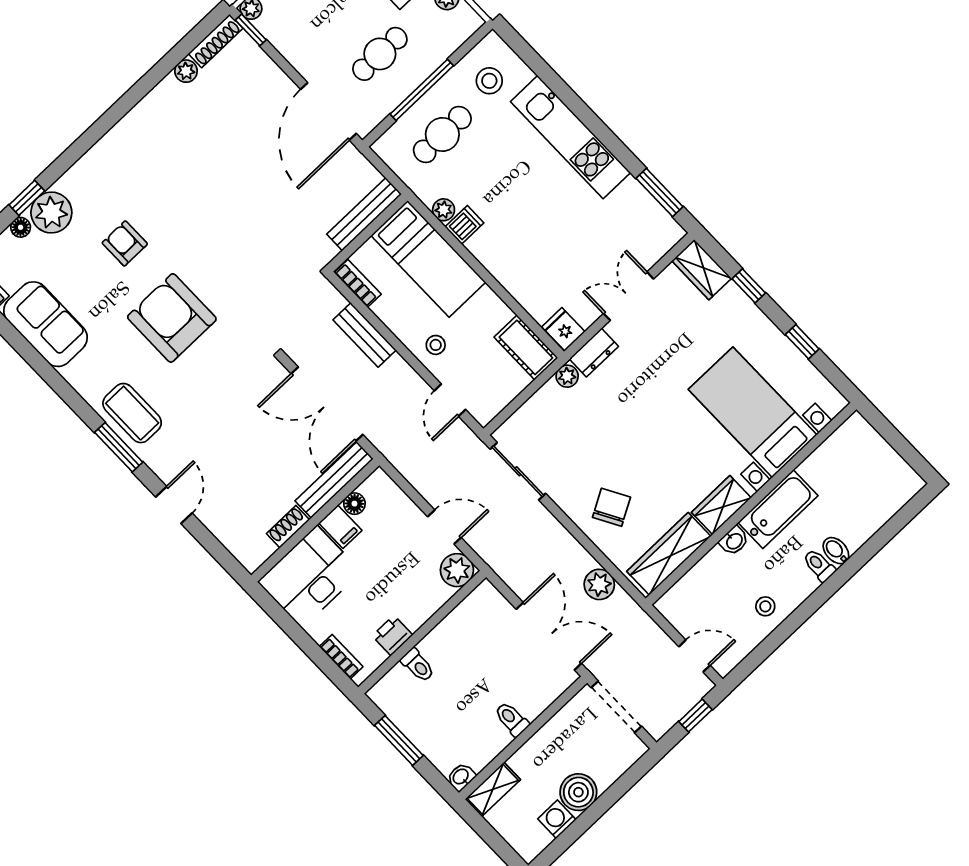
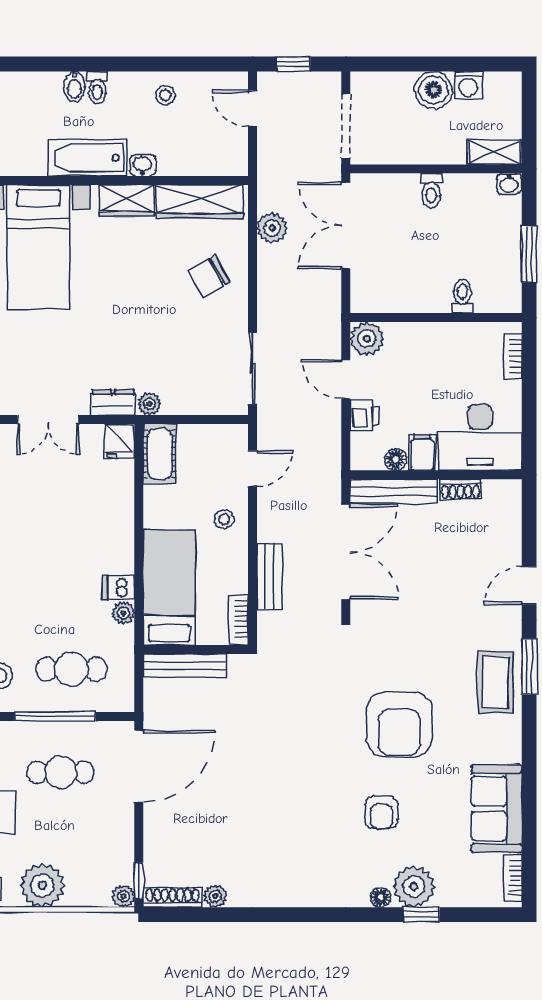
floor lamp: (21, 227) -> (381, 897), moved
printer: (392, 635) -> (364, 415), moved, turned -90

